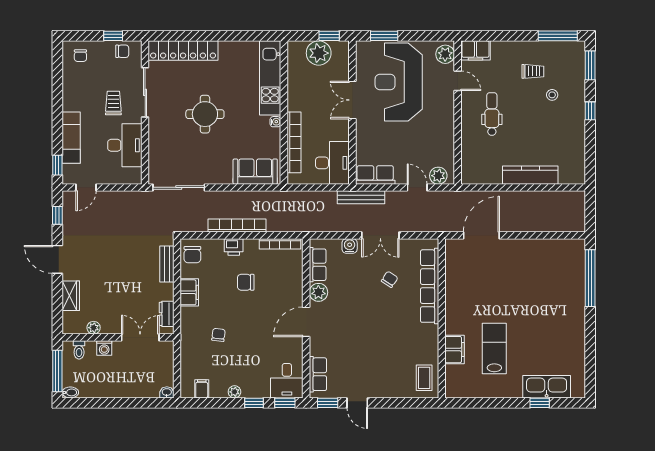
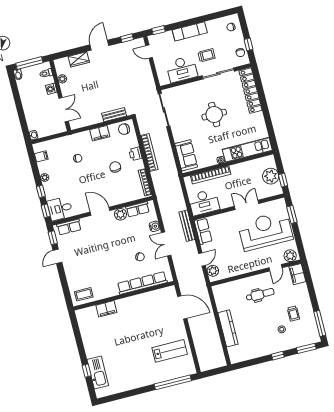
exam couch: (71, 138) -> (190, 31), moved
dresser: (167, 314) -> (83, 122), removed
lab bench: (494, 349) -> (170, 351), moved

